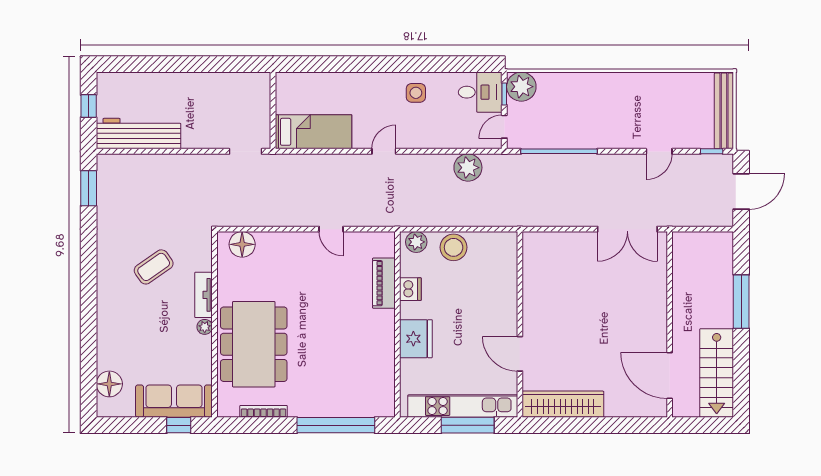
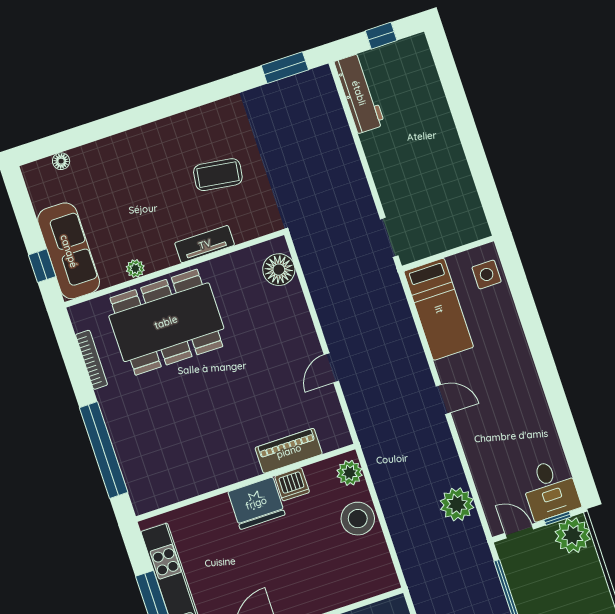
side table: (416, 93) -> (487, 274), moved
workbench: (139, 134) -> (359, 93), width x0.73, depth x0.76
coffee table: (154, 267) -> (218, 175), turned -47
plant: (205, 327) -> (135, 269), moved
fridge: (416, 339) -> (256, 503), moved
floor lamp: (109, 384) -> (61, 161), width x0.53, depth x0.53

